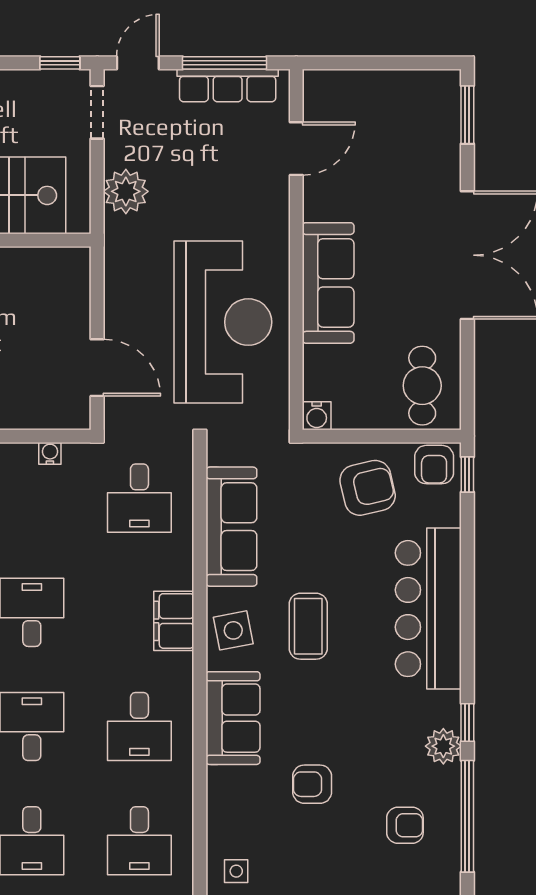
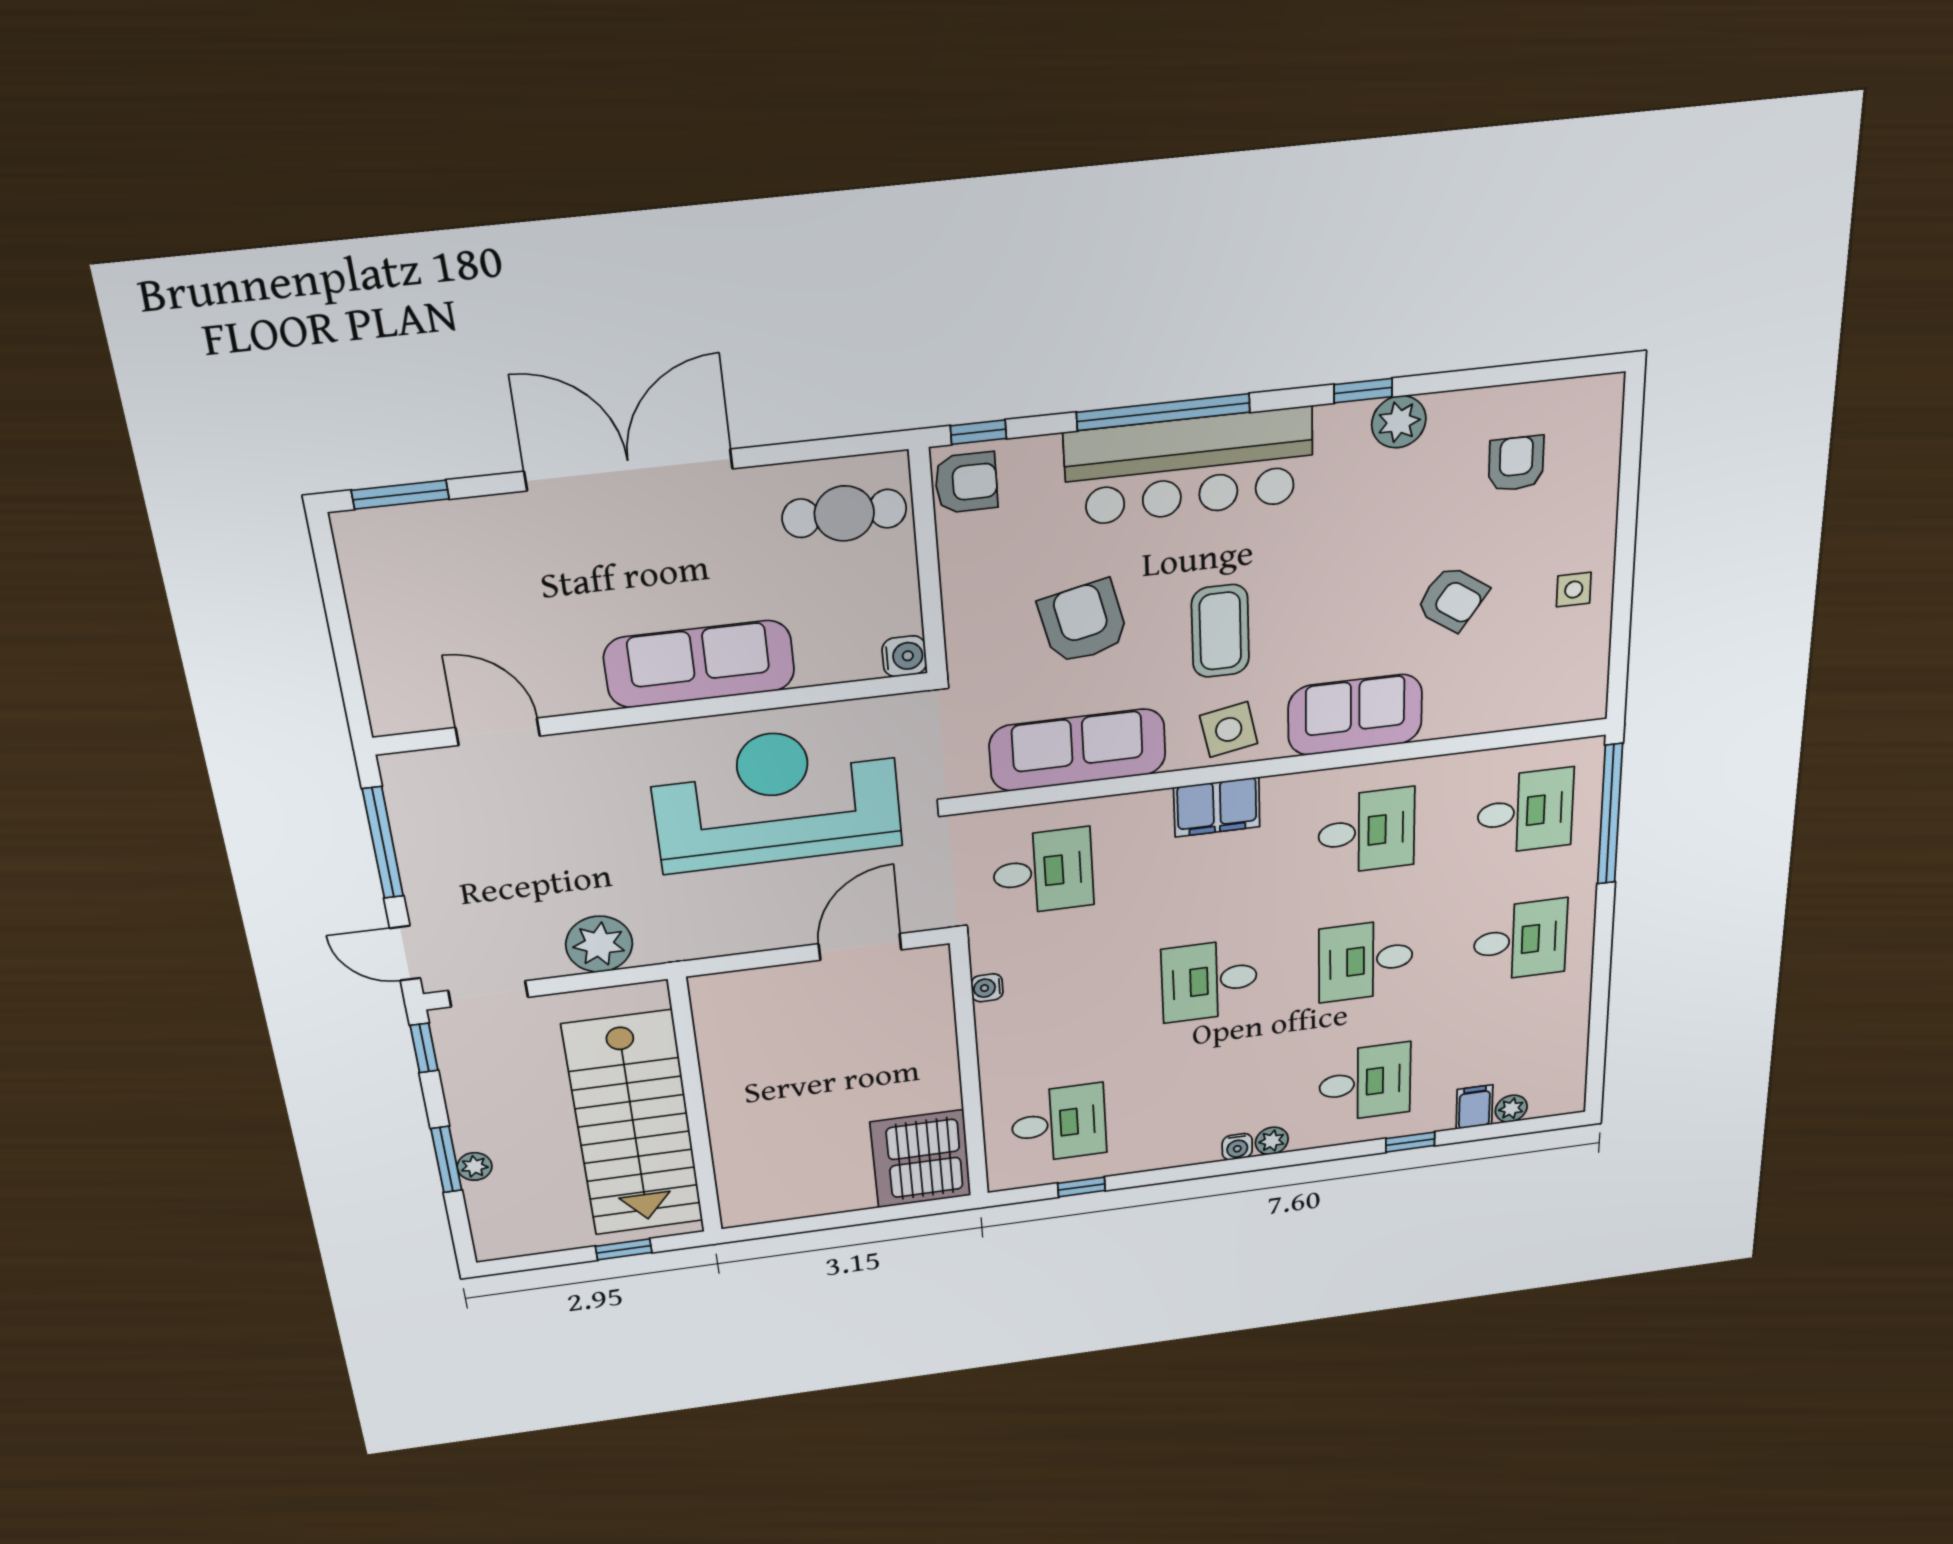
row of seats: (228, 85) -> (417, 835), removed
armchair: (368, 488) -> (1083, 622), moved
coffee table: (308, 626) -> (1220, 631), turned 90
armchair: (312, 784) -> (1452, 599), turned -55
window: (467, 816) -> (1163, 412), moved
side table: (236, 871) -> (1574, 590), moved

